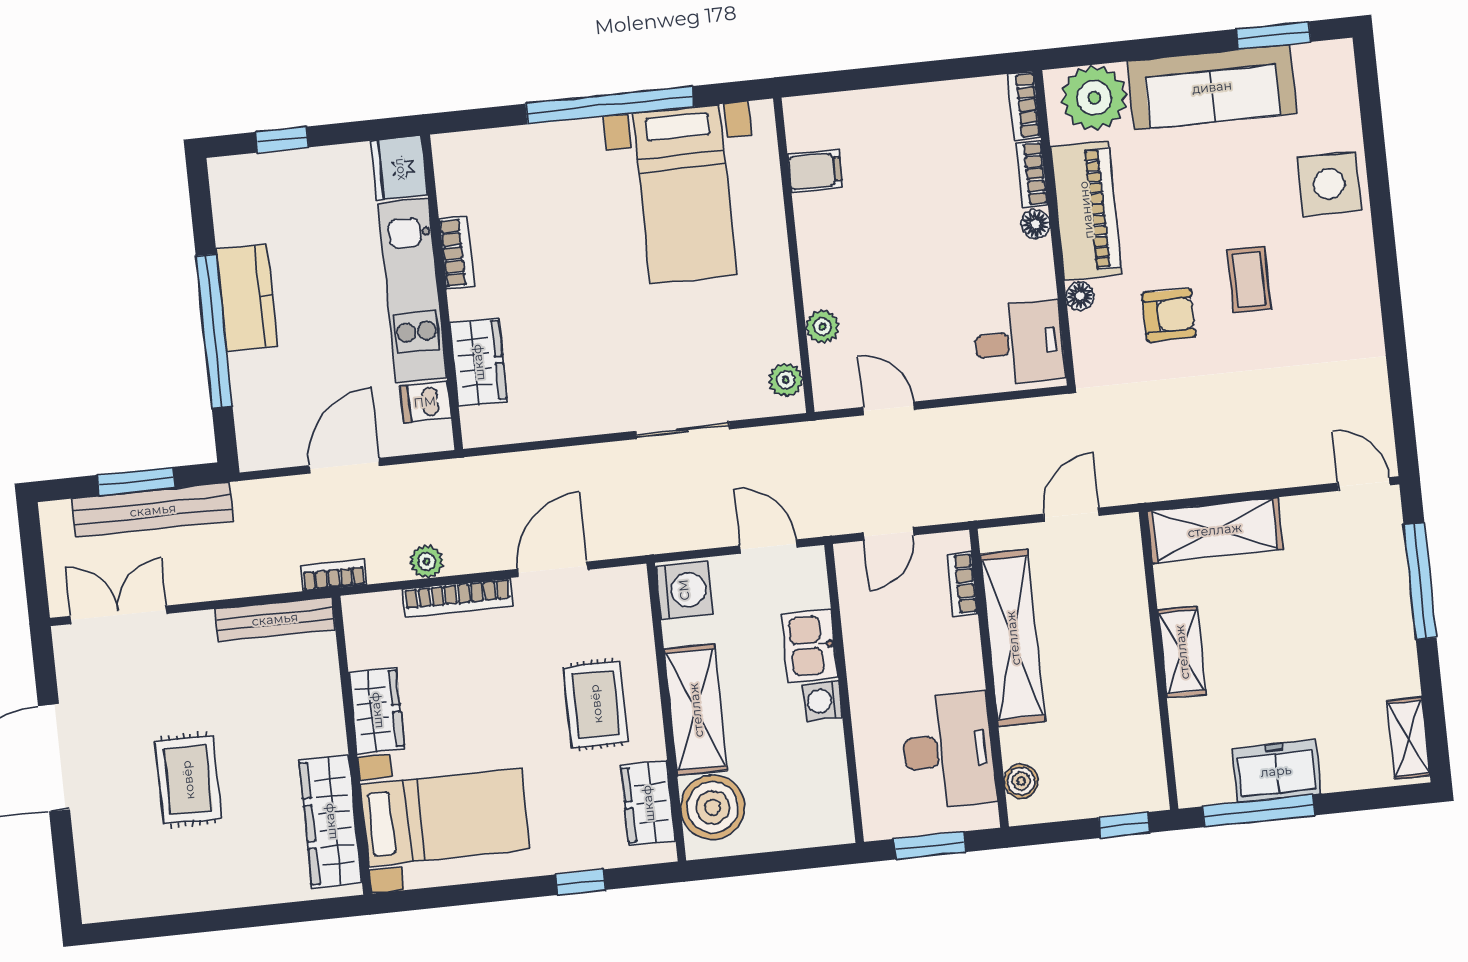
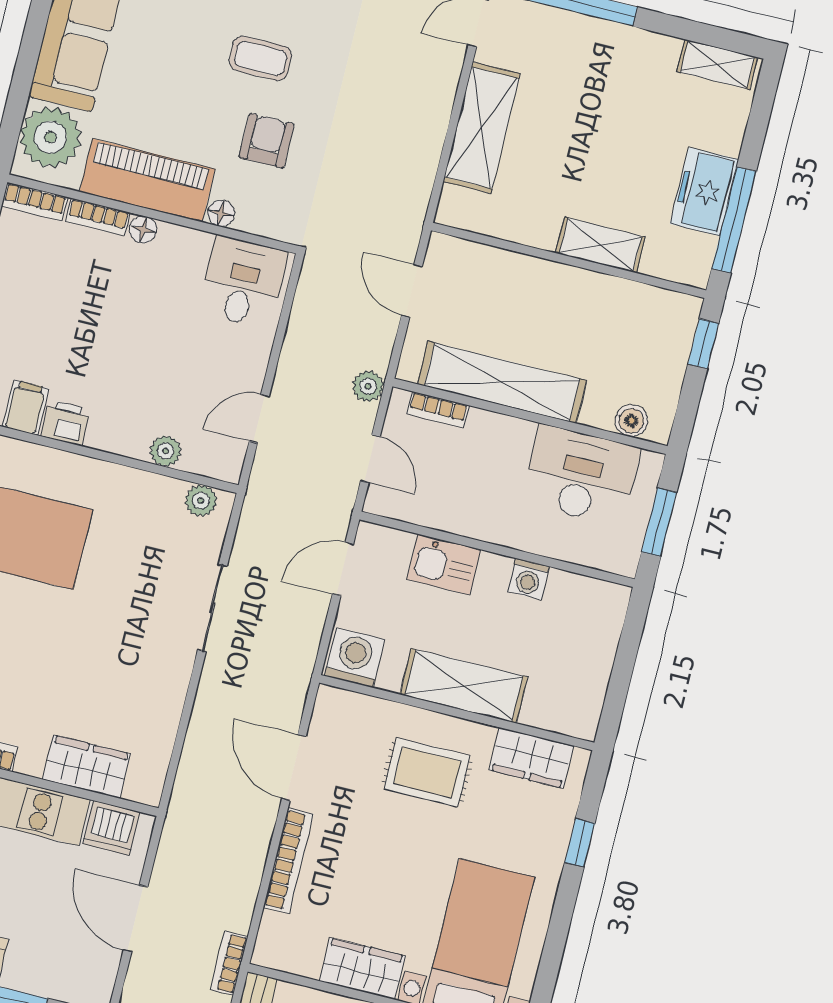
printer: (814, 216) -> (66, 423), added
dishwasher: (425, 402) -> (111, 828), width x1.38
shelving: (1215, 530) -> (482, 128), moved
plant: (427, 562) -> (368, 386), moved
shelving: (1182, 652) -> (600, 245), moved
washing machine: (822, 701) -> (529, 579), moved
boiler: (713, 807) -> (556, 702), removed

